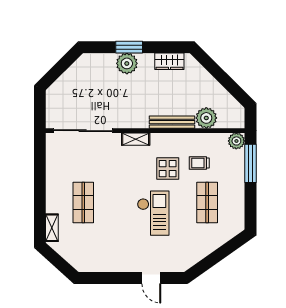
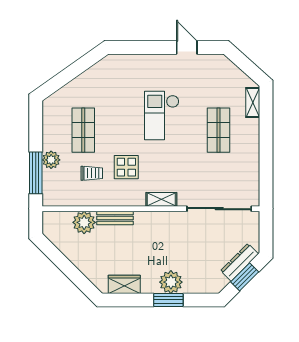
window: (59, 68) -> (245, 277), added
dresser: (64, 82) -> (239, 262), added
bench: (172, 122) -> (115, 218), width x0.73
plant: (236, 141) -> (51, 160), moved
checkout: (153, 213) -> (162, 115), moved
door: (151, 278) -> (187, 48), moved

